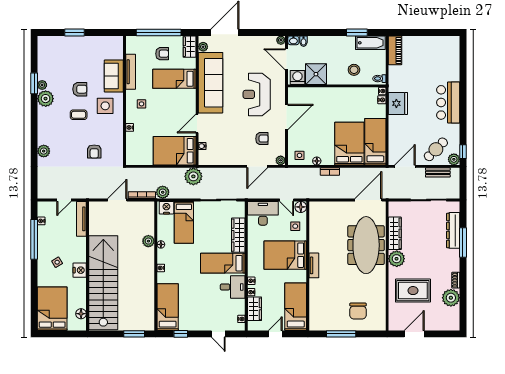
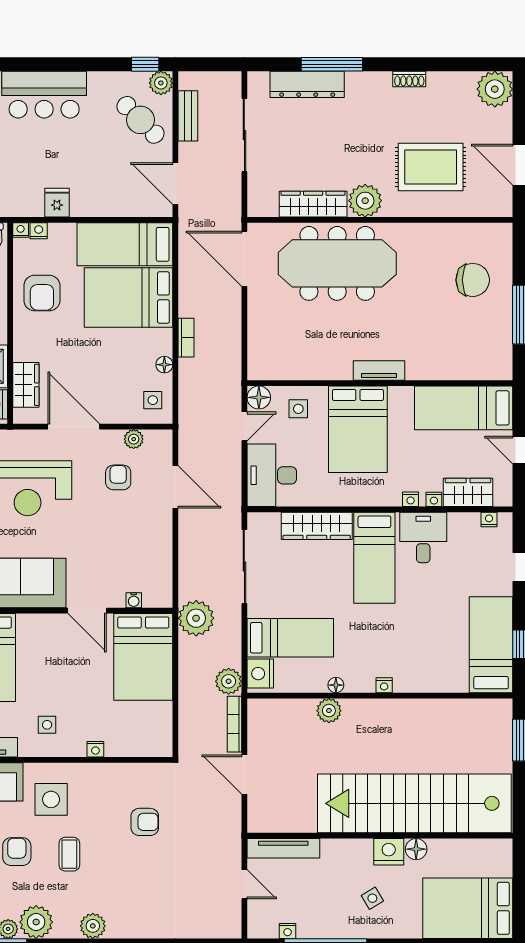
wardrobe: (307, 94) -> (26, 385), added
armchair: (352, 101) -> (42, 293), added
fridge: (398, 103) -> (57, 203), width x0.53, depth x0.75
plant: (44, 151) -> (93, 926), moved
plant: (281, 160) -> (134, 439), moved
rug: (413, 291) -> (431, 167), turned 90
plant: (451, 298) -> (495, 89), moved
bed: (168, 307) -> (491, 645), moved, turned 90
floor lamp: (81, 314) -> (416, 849), moved

